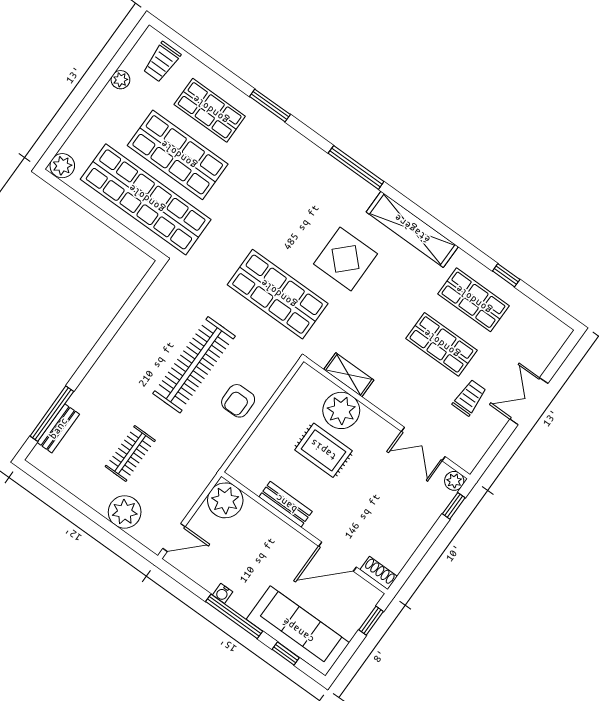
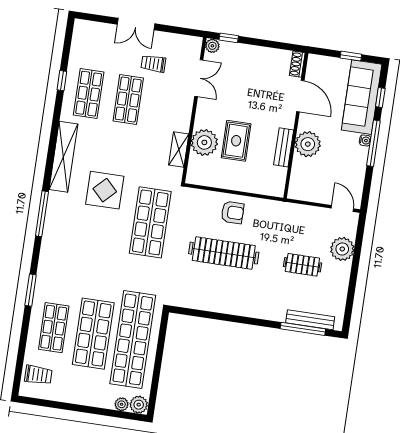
plant: (120, 80) -> (122, 404), moved
bench: (58, 428) -> (310, 320), width x1.36
plant: (225, 500) -> (308, 144), moved
water cooler: (223, 593) -> (365, 140), moved
window: (371, 621) -> (351, 56), moved

